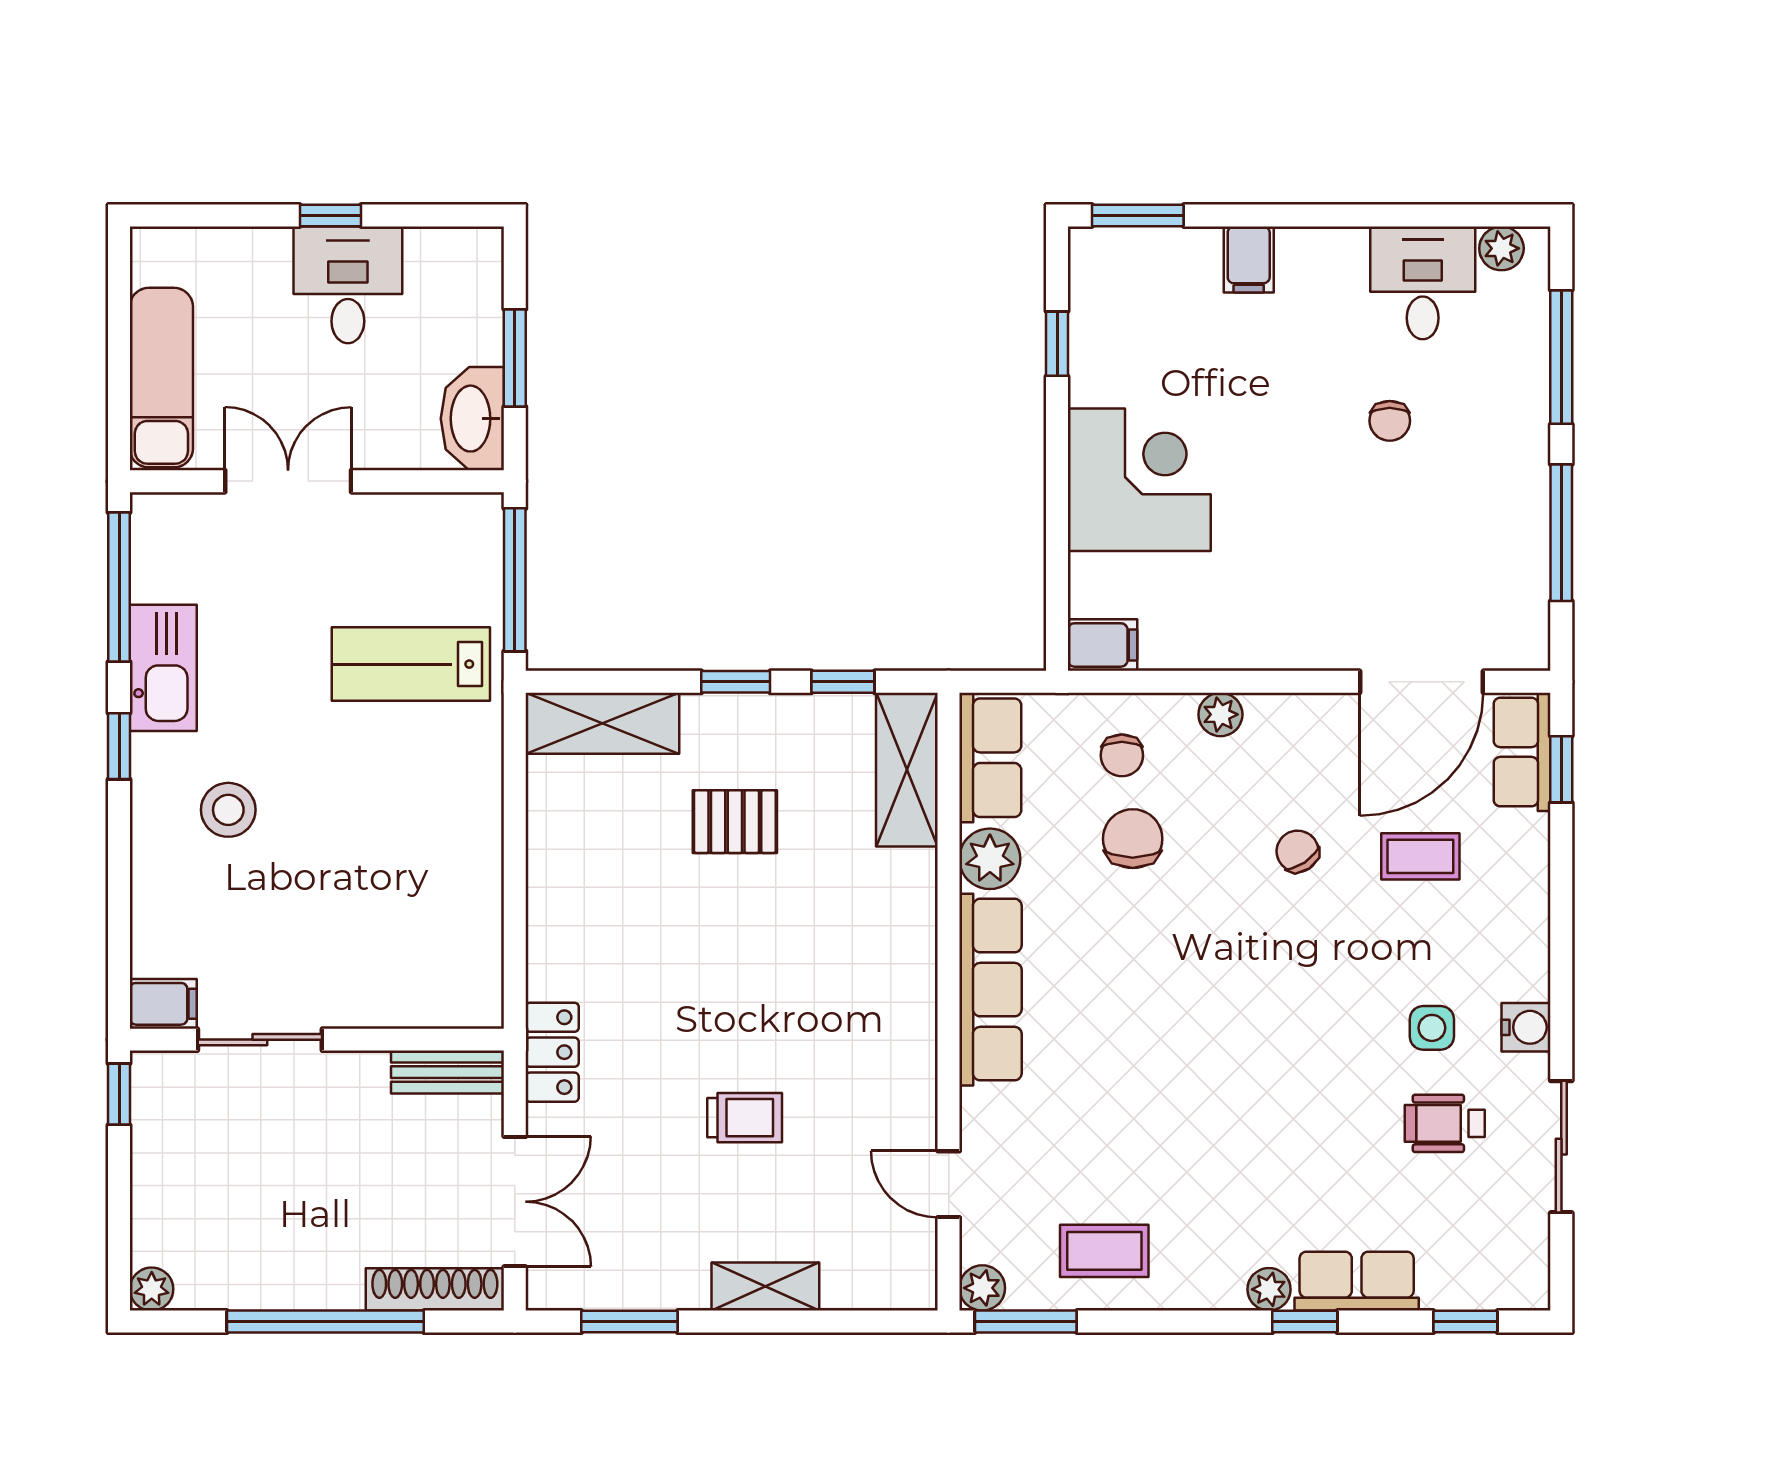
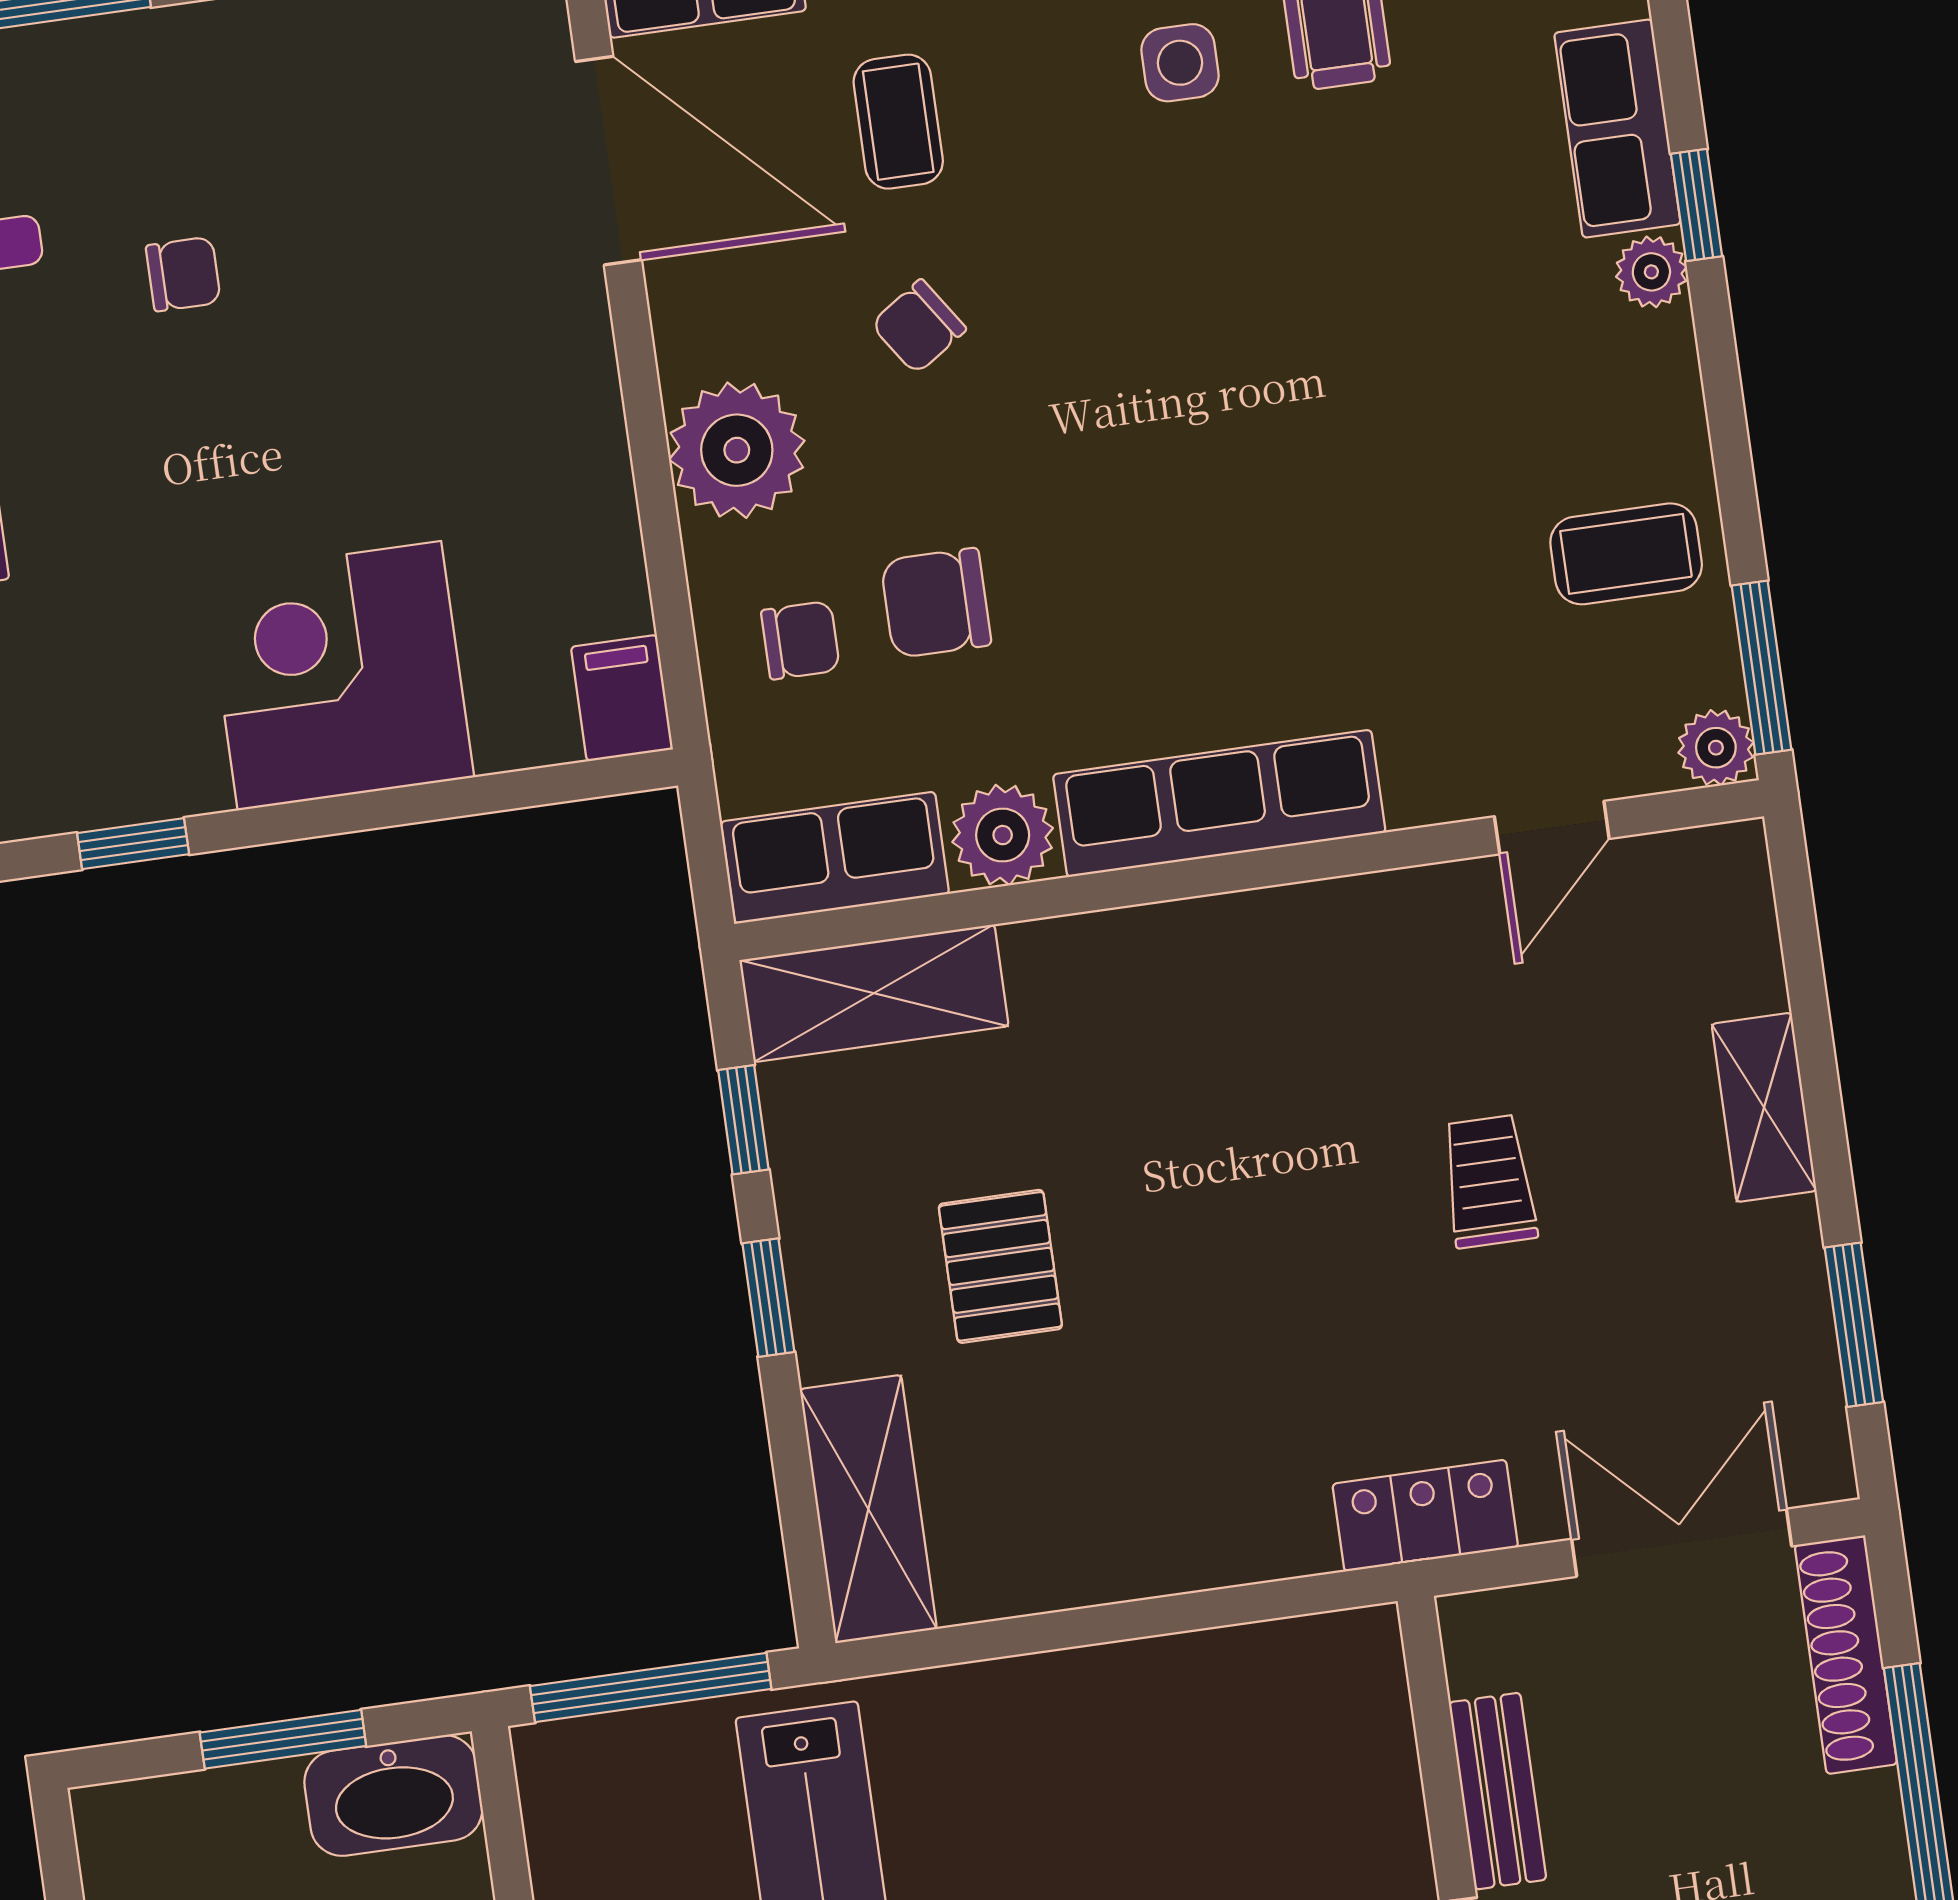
plant: (1220, 714) -> (737, 450), width x1.87, depth x1.87
bench: (447, 1072) -> (1498, 1791), moved
coffee table: (1104, 1251) -> (1626, 554), turned 90

